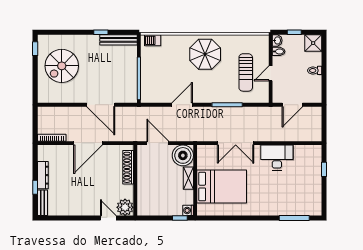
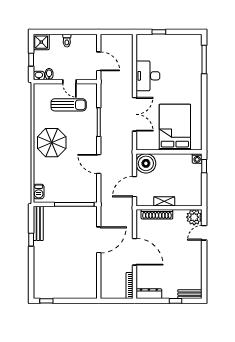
spiral stairs: (62, 66) -> (63, 276), removed
dresser: (43, 175) -> (149, 294), moved
shelving: (188, 178) -> (164, 201), moved

